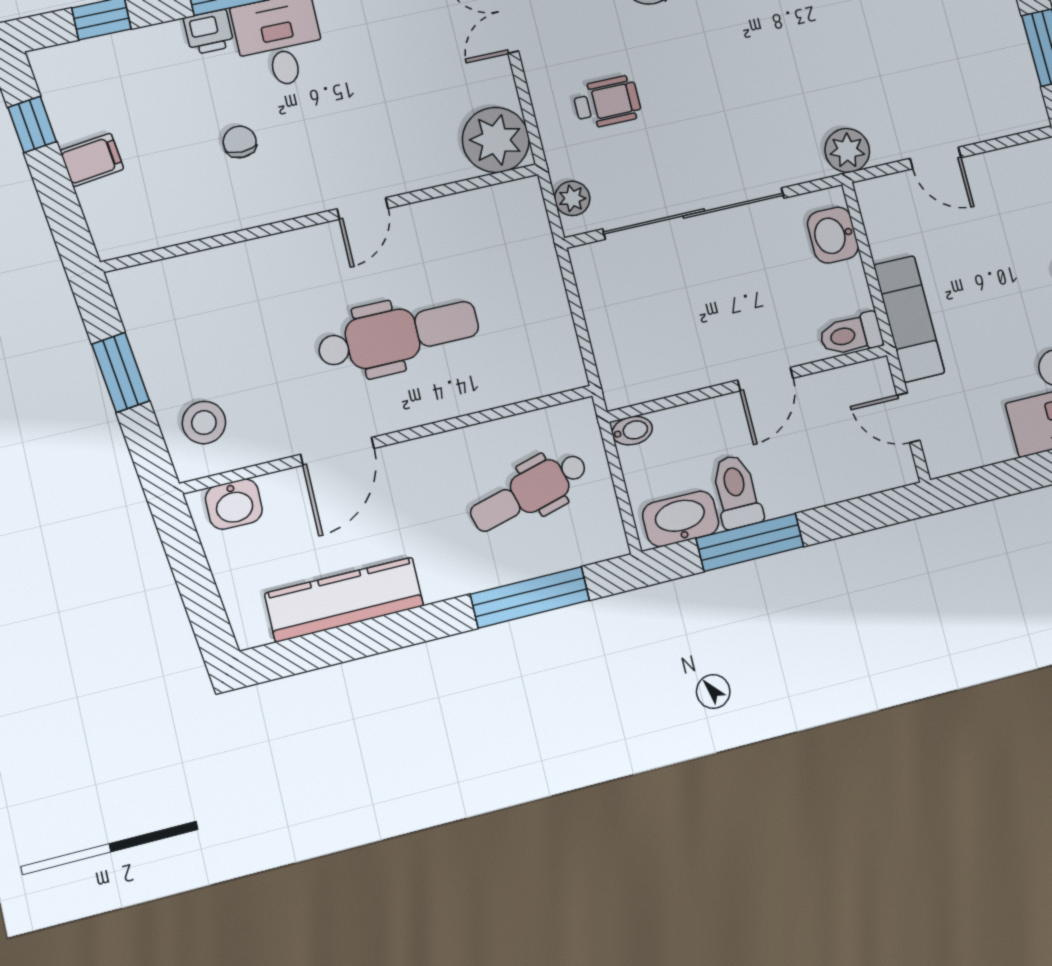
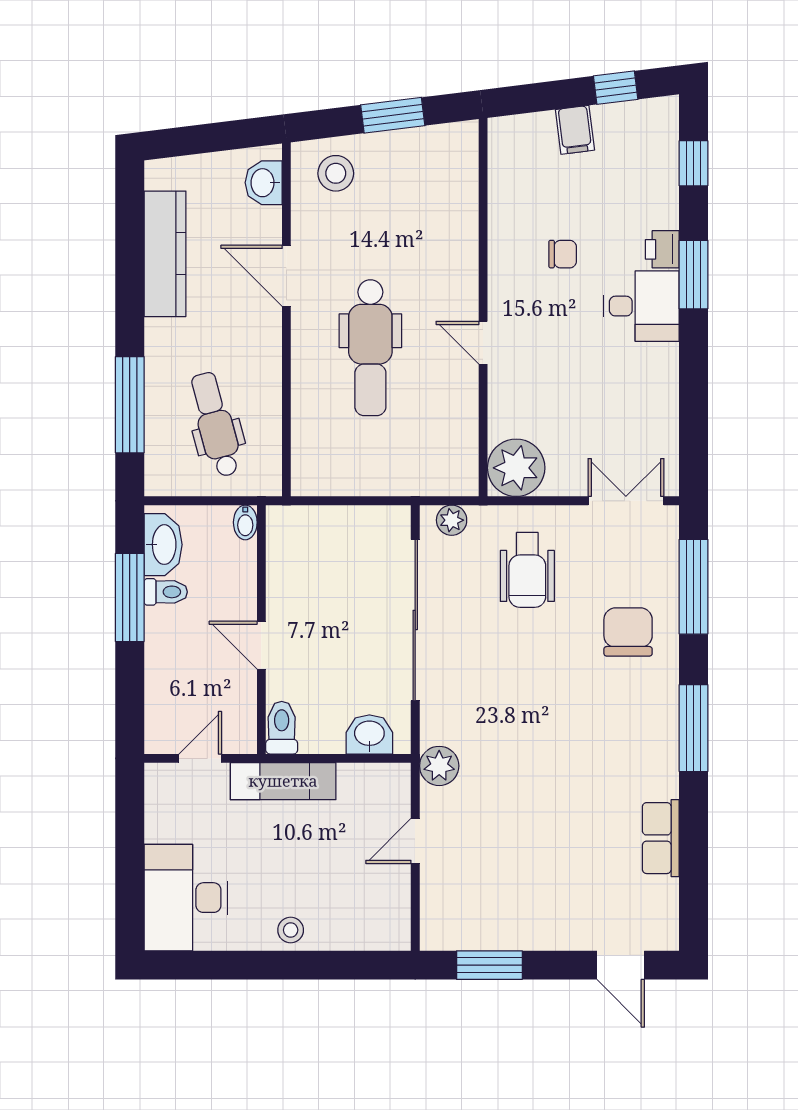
wheelchair: (607, 102) -> (527, 570), width x1.36, depth x1.37
toilet: (736, 492) -> (166, 592), width x0.73, depth x0.72

